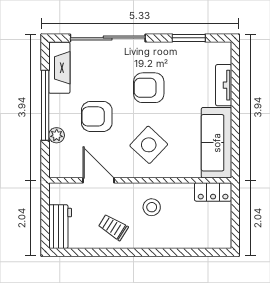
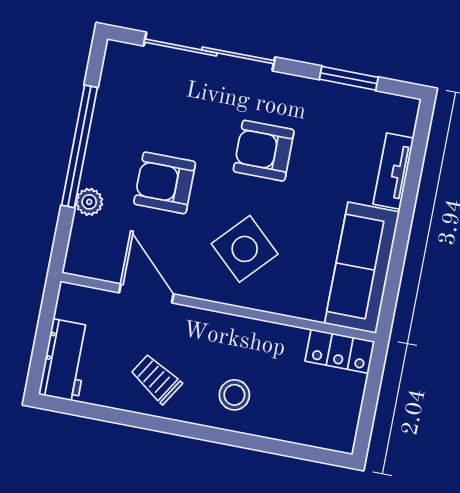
fireplace: (59, 68) -> (116, 87), removed
stool: (152, 207) -> (234, 395), moved

